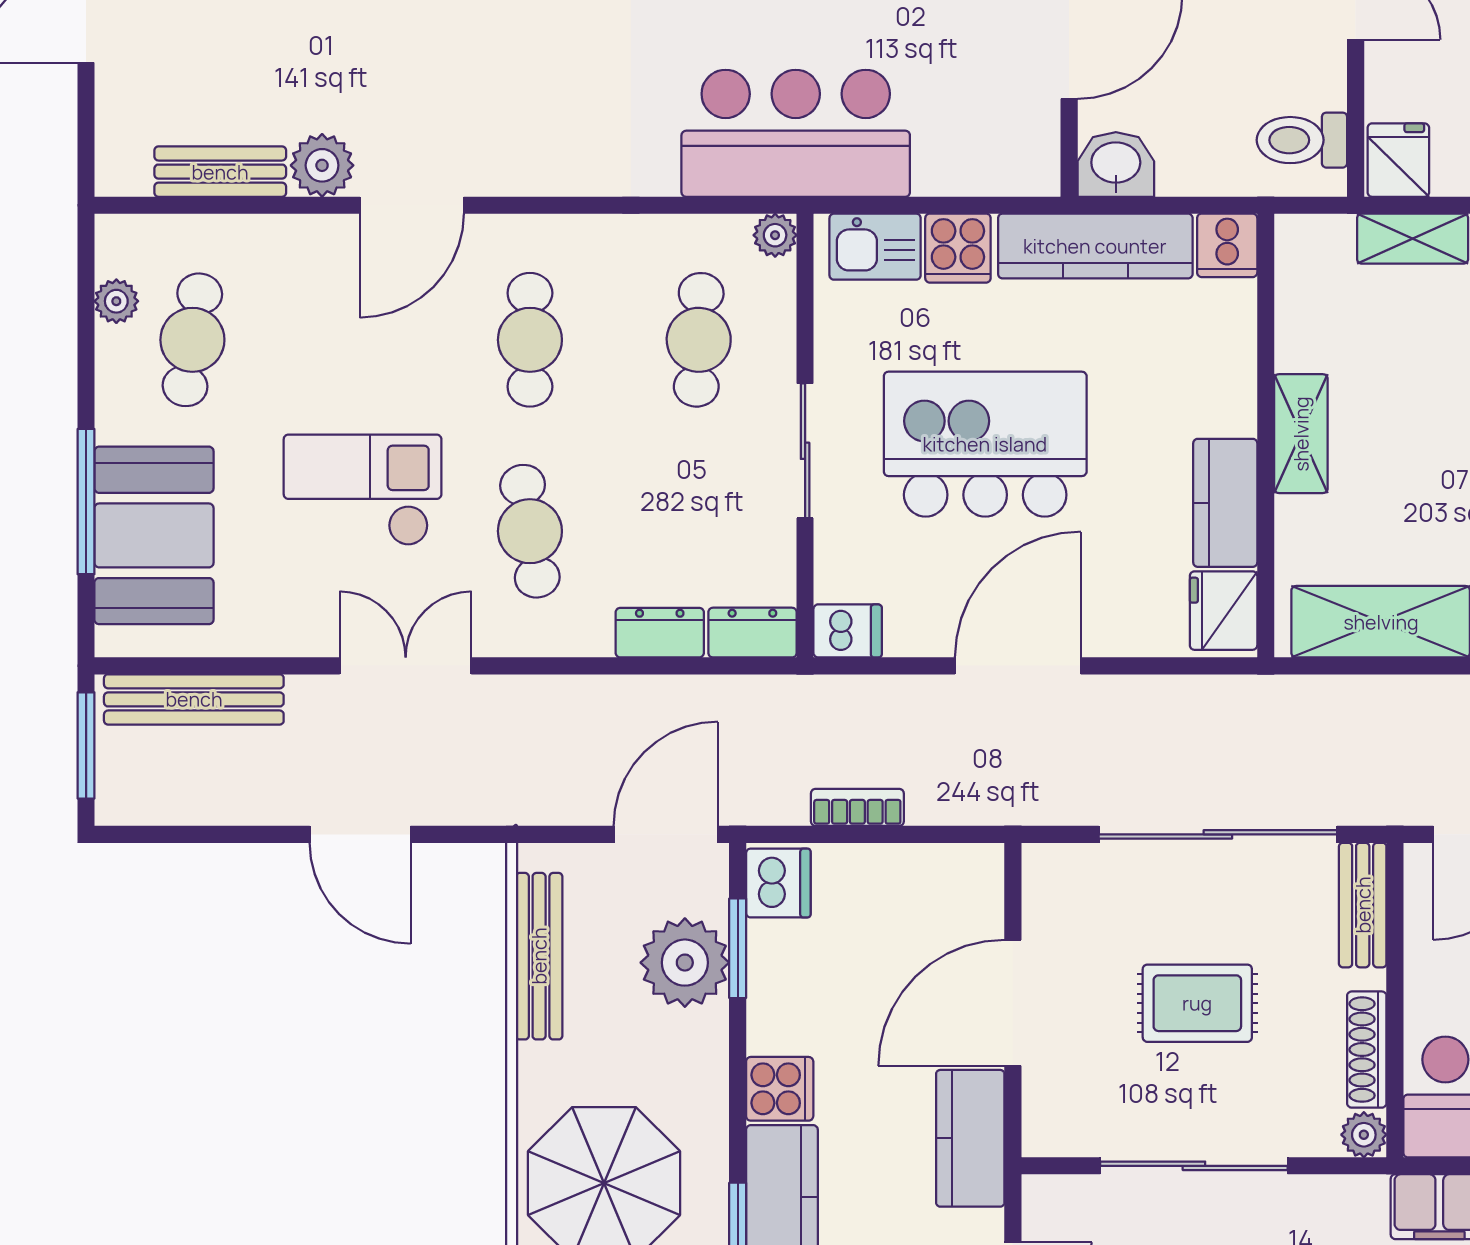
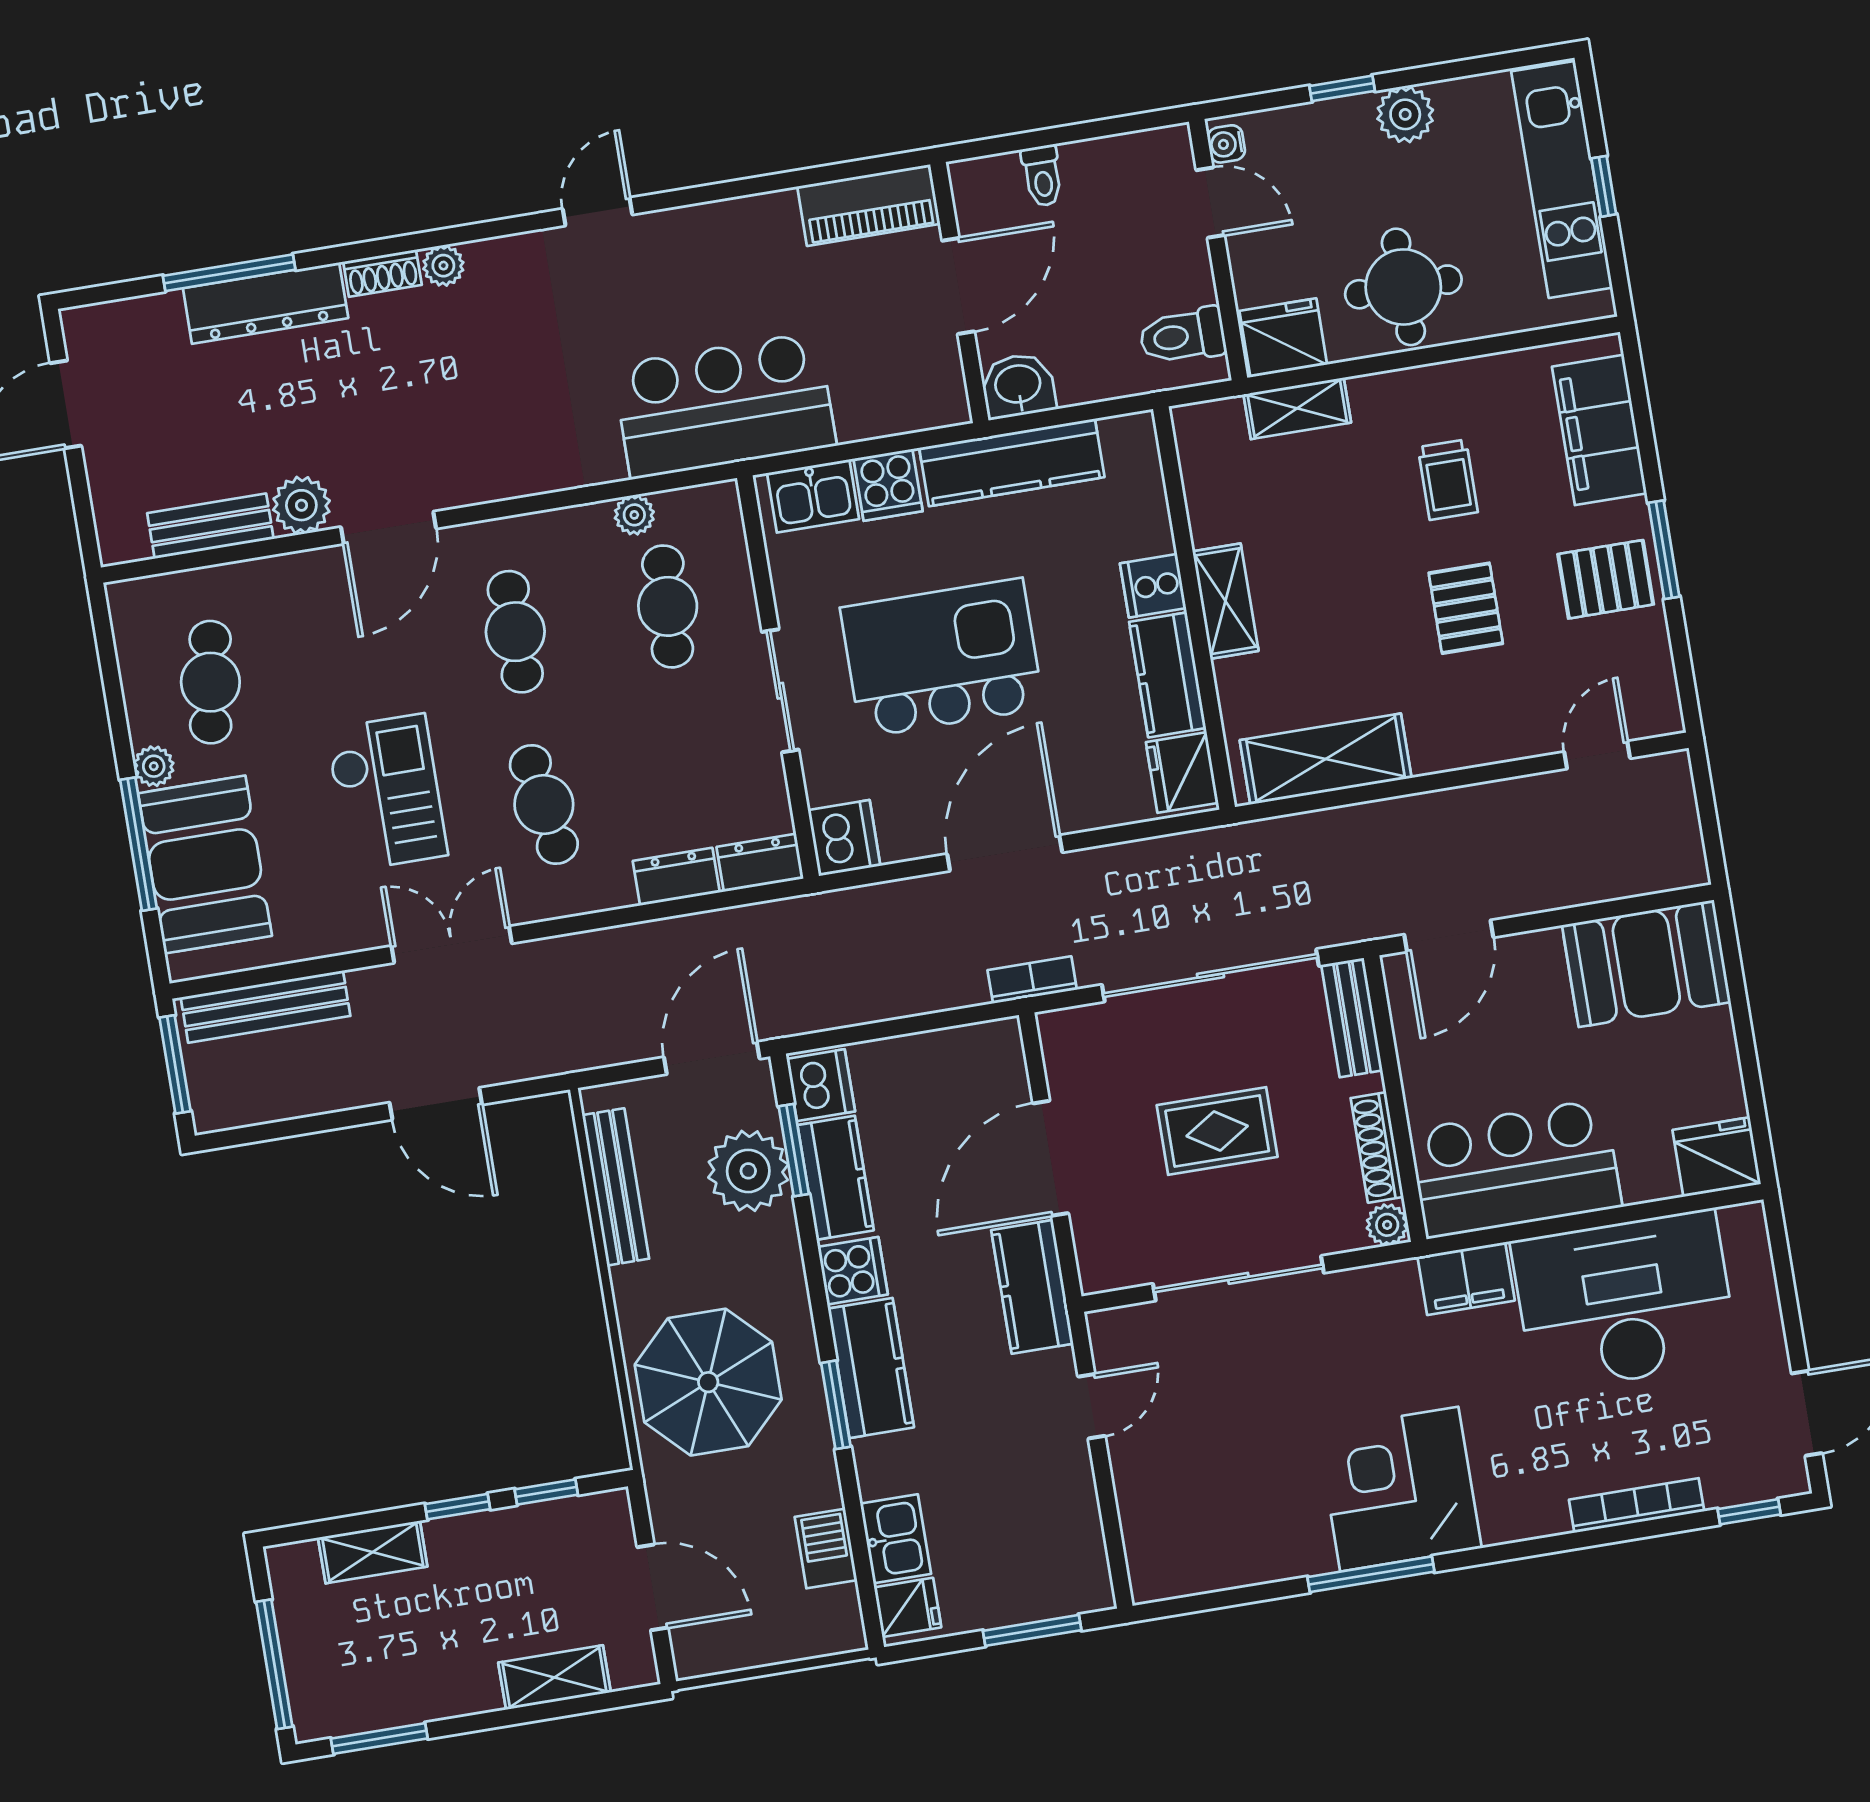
fridge: (1398, 160) -> (1283, 338), width x1.38
plant: (775, 235) -> (634, 515), moved
cooker: (1227, 245) -> (1153, 586), moved, turned 90
plant: (116, 301) -> (154, 766), moved
checkout: (363, 490) -> (387, 792), turned 90
dishwasher: (848, 631) -> (844, 838), width x1.38
bookcase: (857, 807) -> (1032, 980), moved
kitchen counter: (778, 985) -> (836, 1178), added

